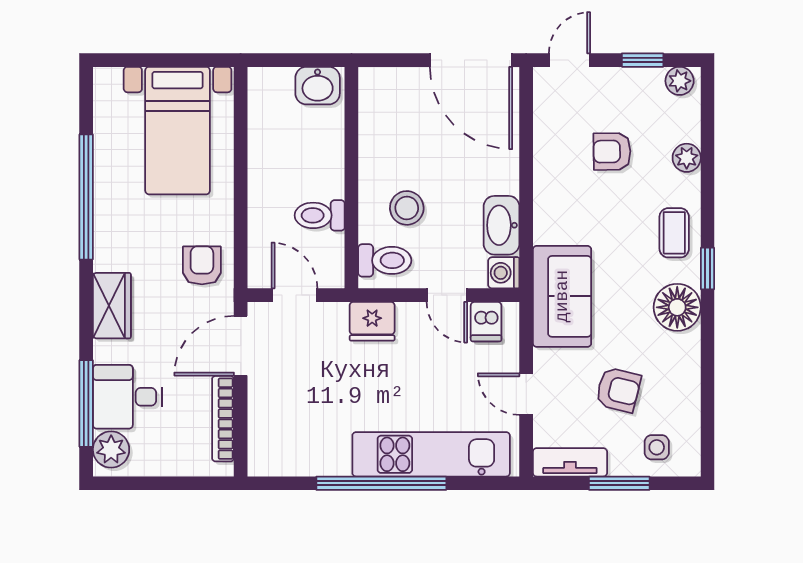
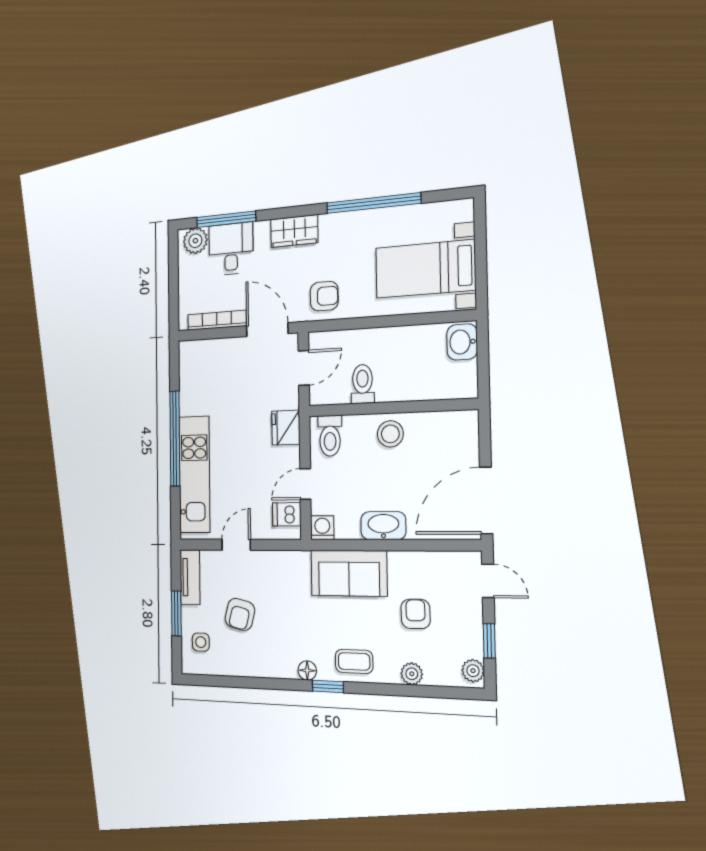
washbasin: (318, 86) -> (462, 342), moved
stool: (407, 208) -> (390, 434), moved
washbasin: (501, 225) -> (383, 526), moved
sofa: (562, 296) -> (349, 573), moved
floor lamp: (677, 307) -> (307, 670), width x0.53, depth x0.53

